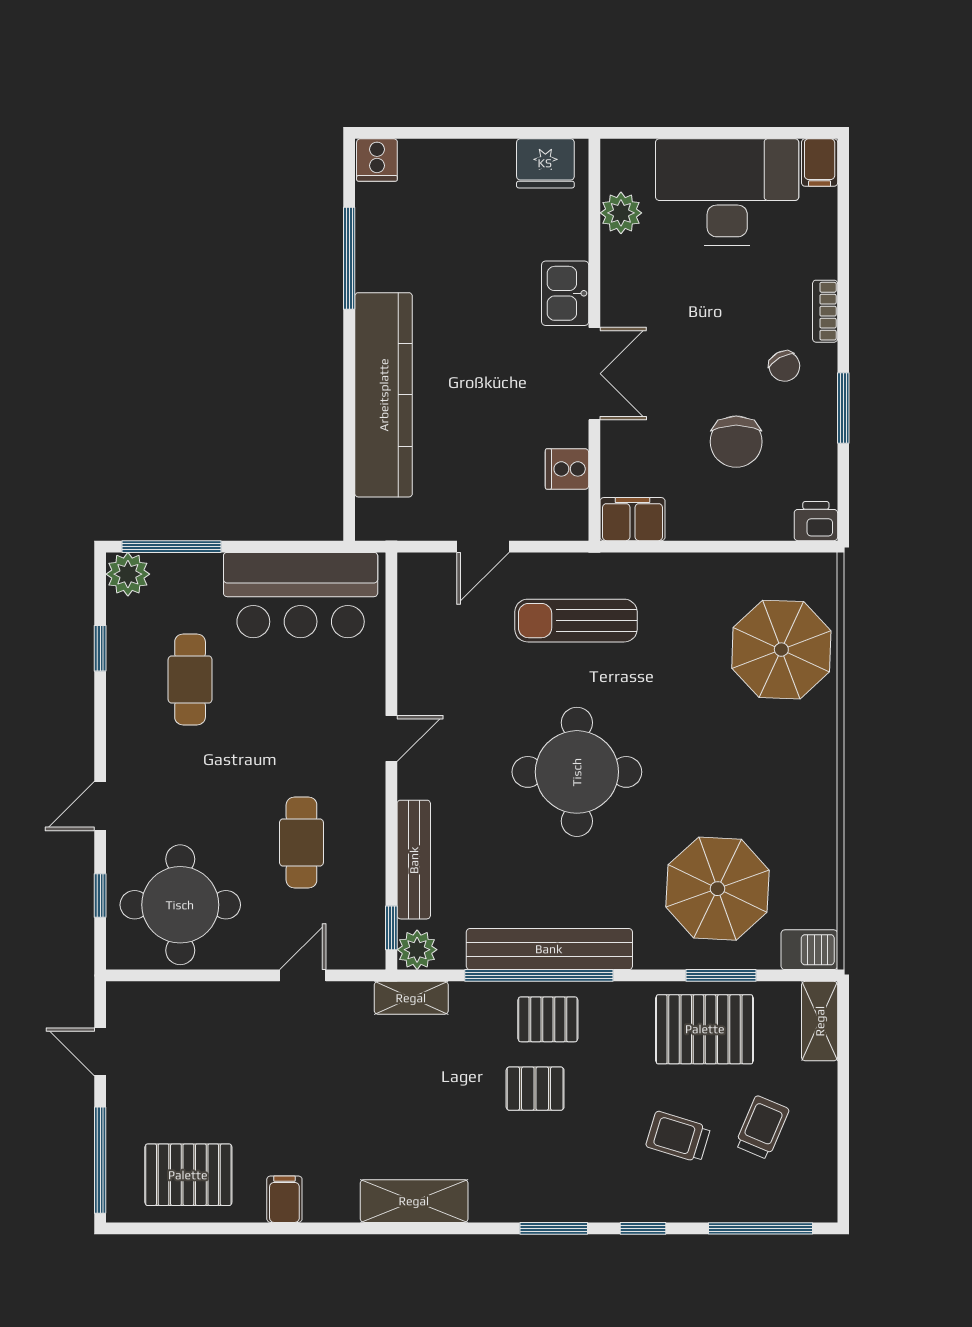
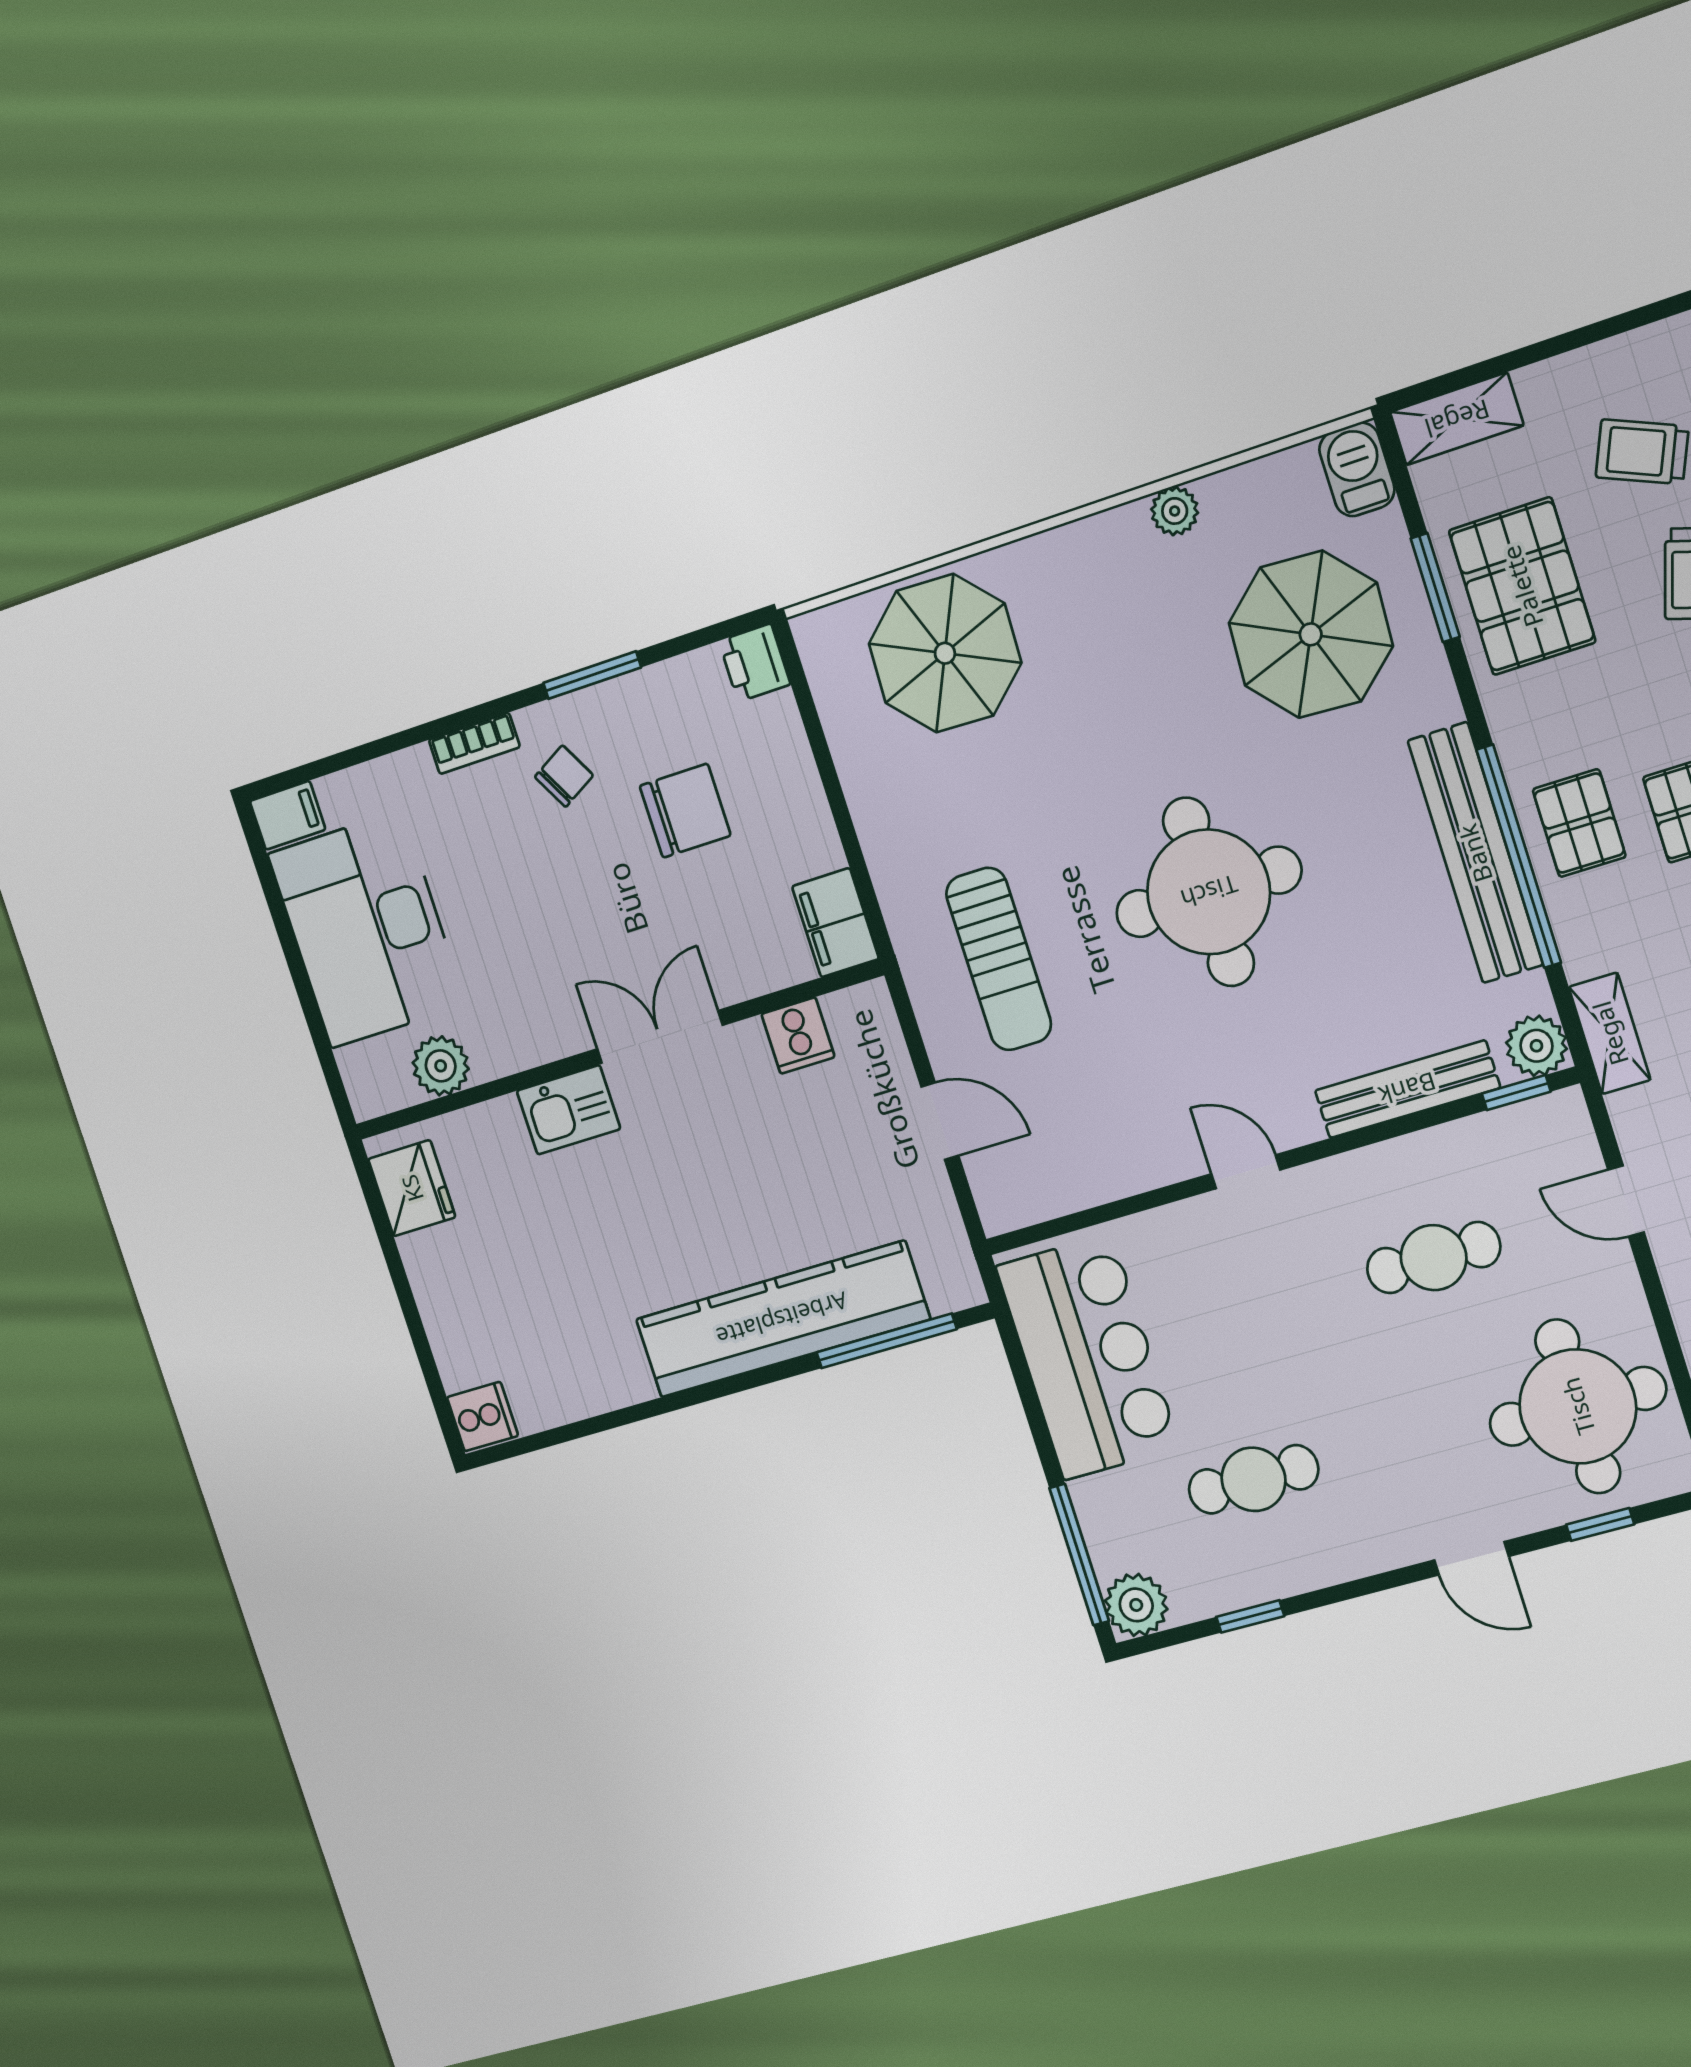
window: (349, 258) -> (886, 1341), moved
plant: (822, 827) -> (1175, 511), added

